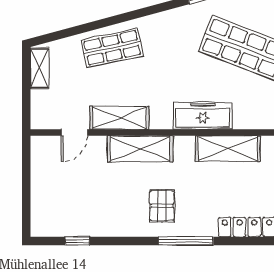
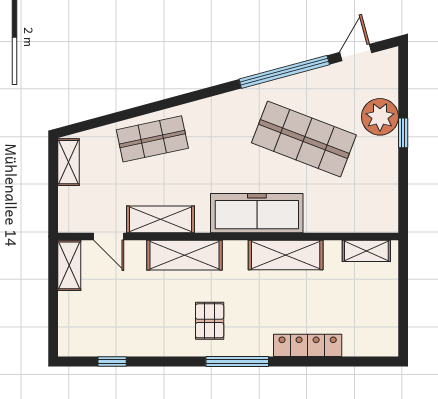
freezer: (203, 116) -> (257, 213), width x1.36, depth x1.26
door: (74, 133) -> (109, 237), hinge flipped
shelving: (40, 158) -> (69, 265), added

